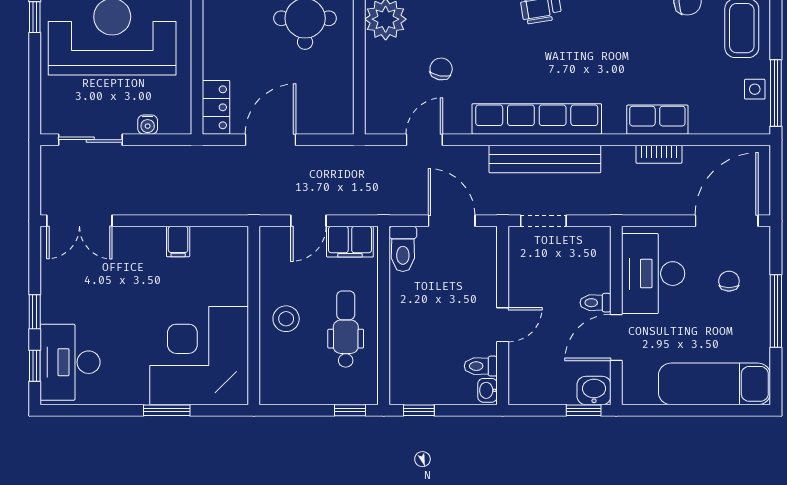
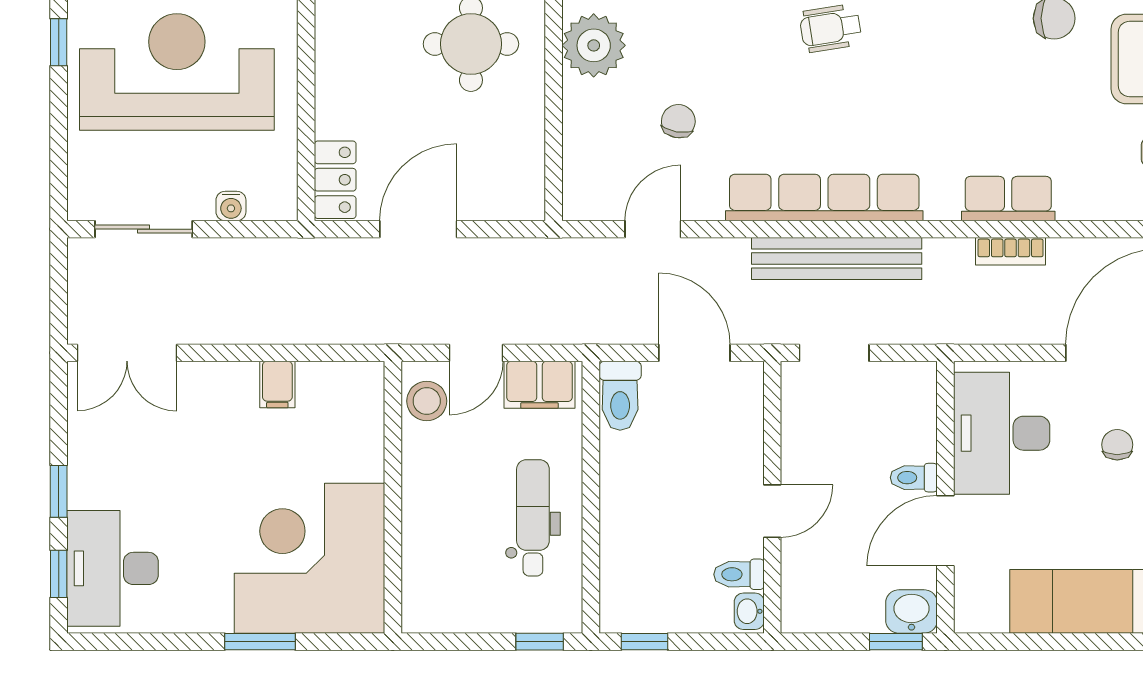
stool: (286, 319) -> (427, 401), moved

